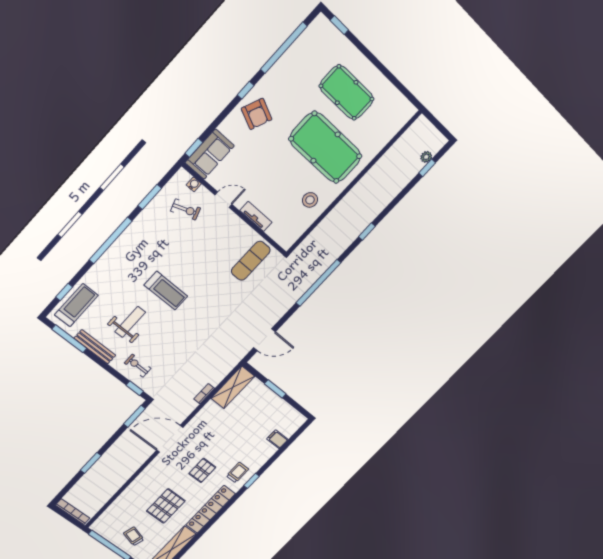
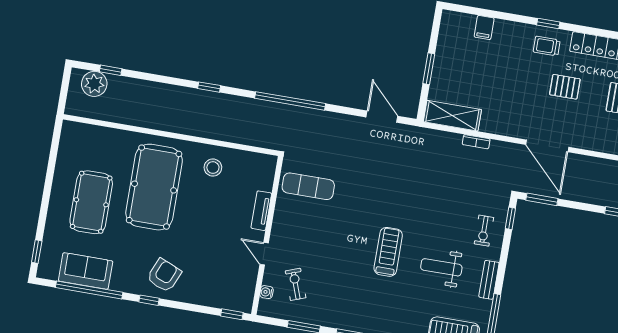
sofa: (210, 154) -> (86, 271), moved
plant: (426, 157) -> (94, 84), width x1.88, depth x1.88
bench: (95, 347) -> (489, 280), width x0.73

